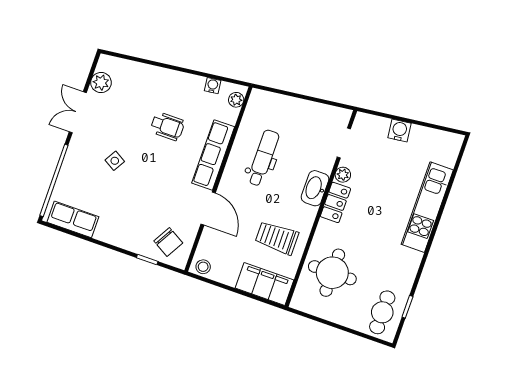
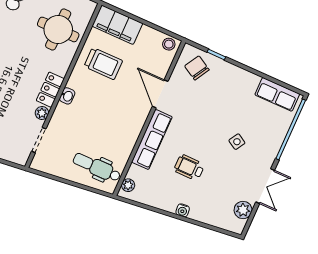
water cooler: (213, 86) -> (183, 210), moved
dental chair: (263, 158) -> (97, 167), moved, turned 90
washbasin: (315, 188) -> (67, 96), width x0.52, depth x0.69

